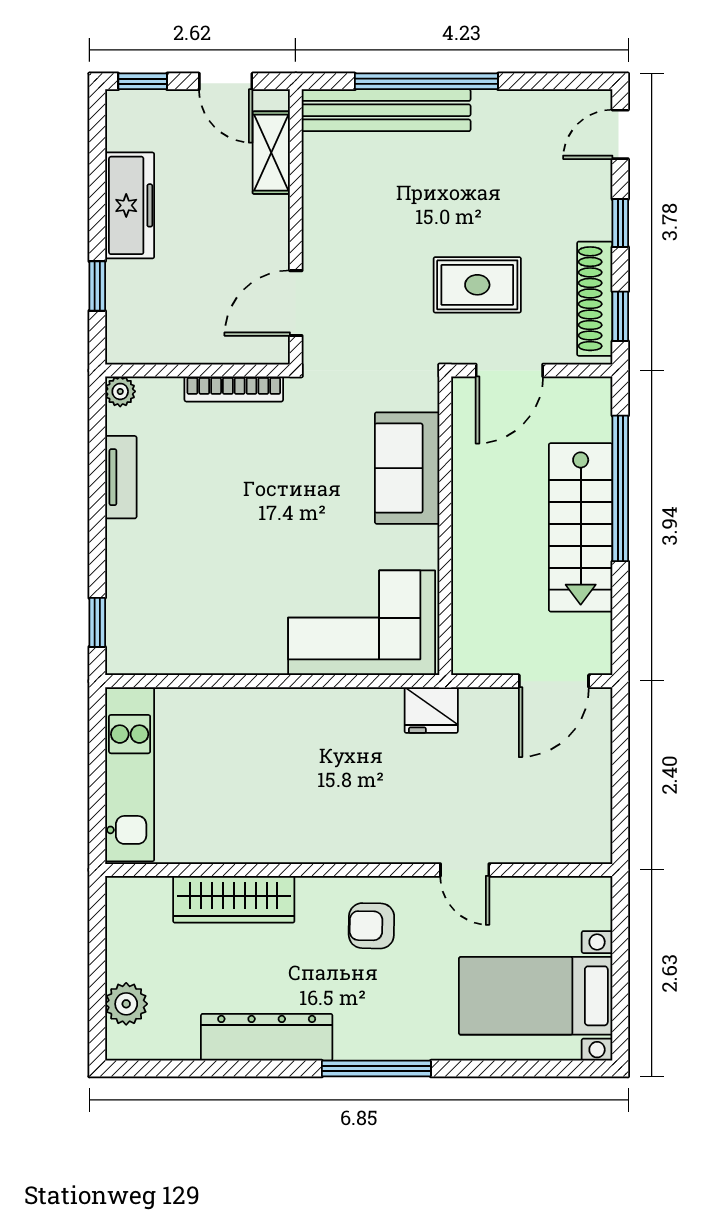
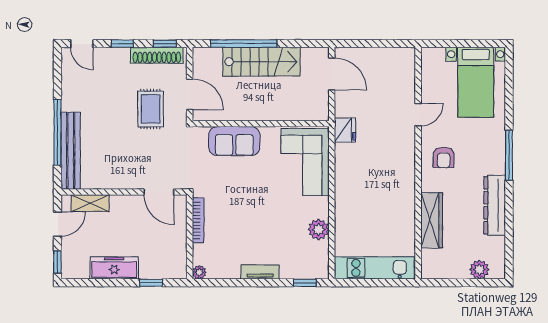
tv unit: (121, 477) -> (260, 272), moved
plant: (214, 652) -> (318, 229), added

